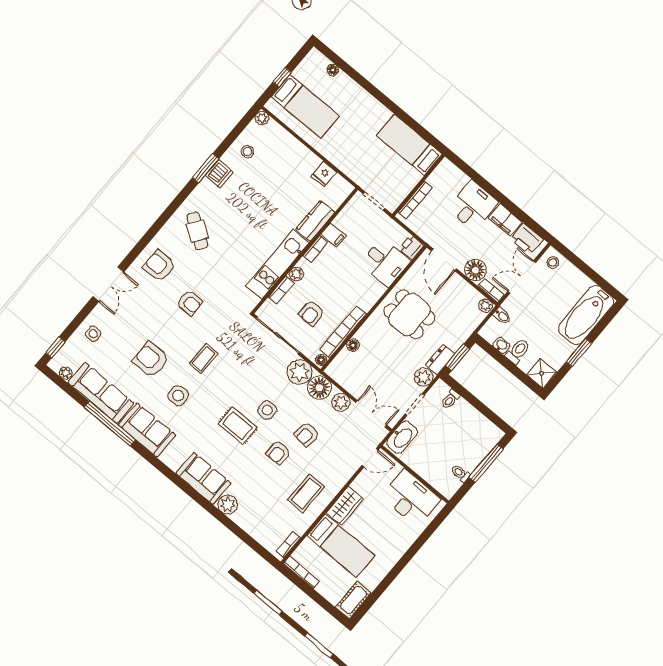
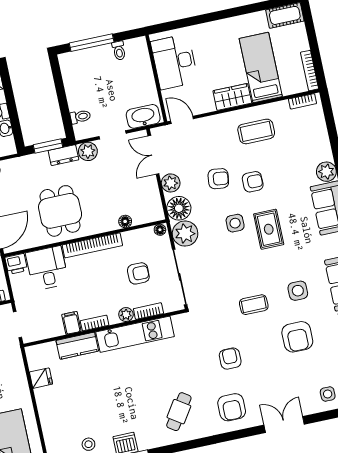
bookcase: (343, 332) -> (92, 245), moved

